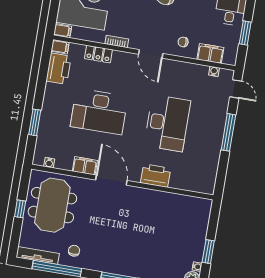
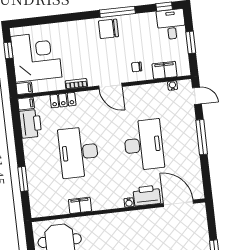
desk: (99, 112) -> (79, 152), turned 90
water cooler: (49, 163) -> (129, 203), moved
door: (111, 180) -> (178, 203), moved

